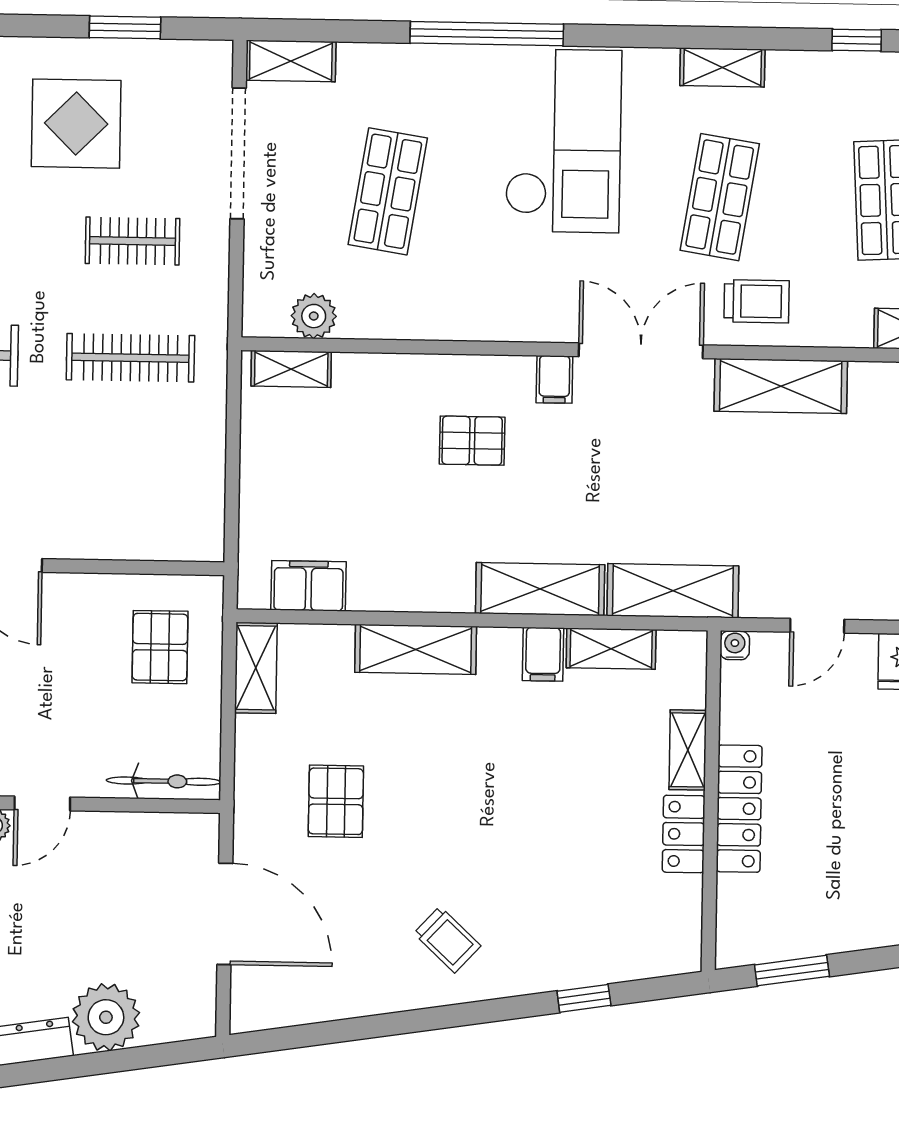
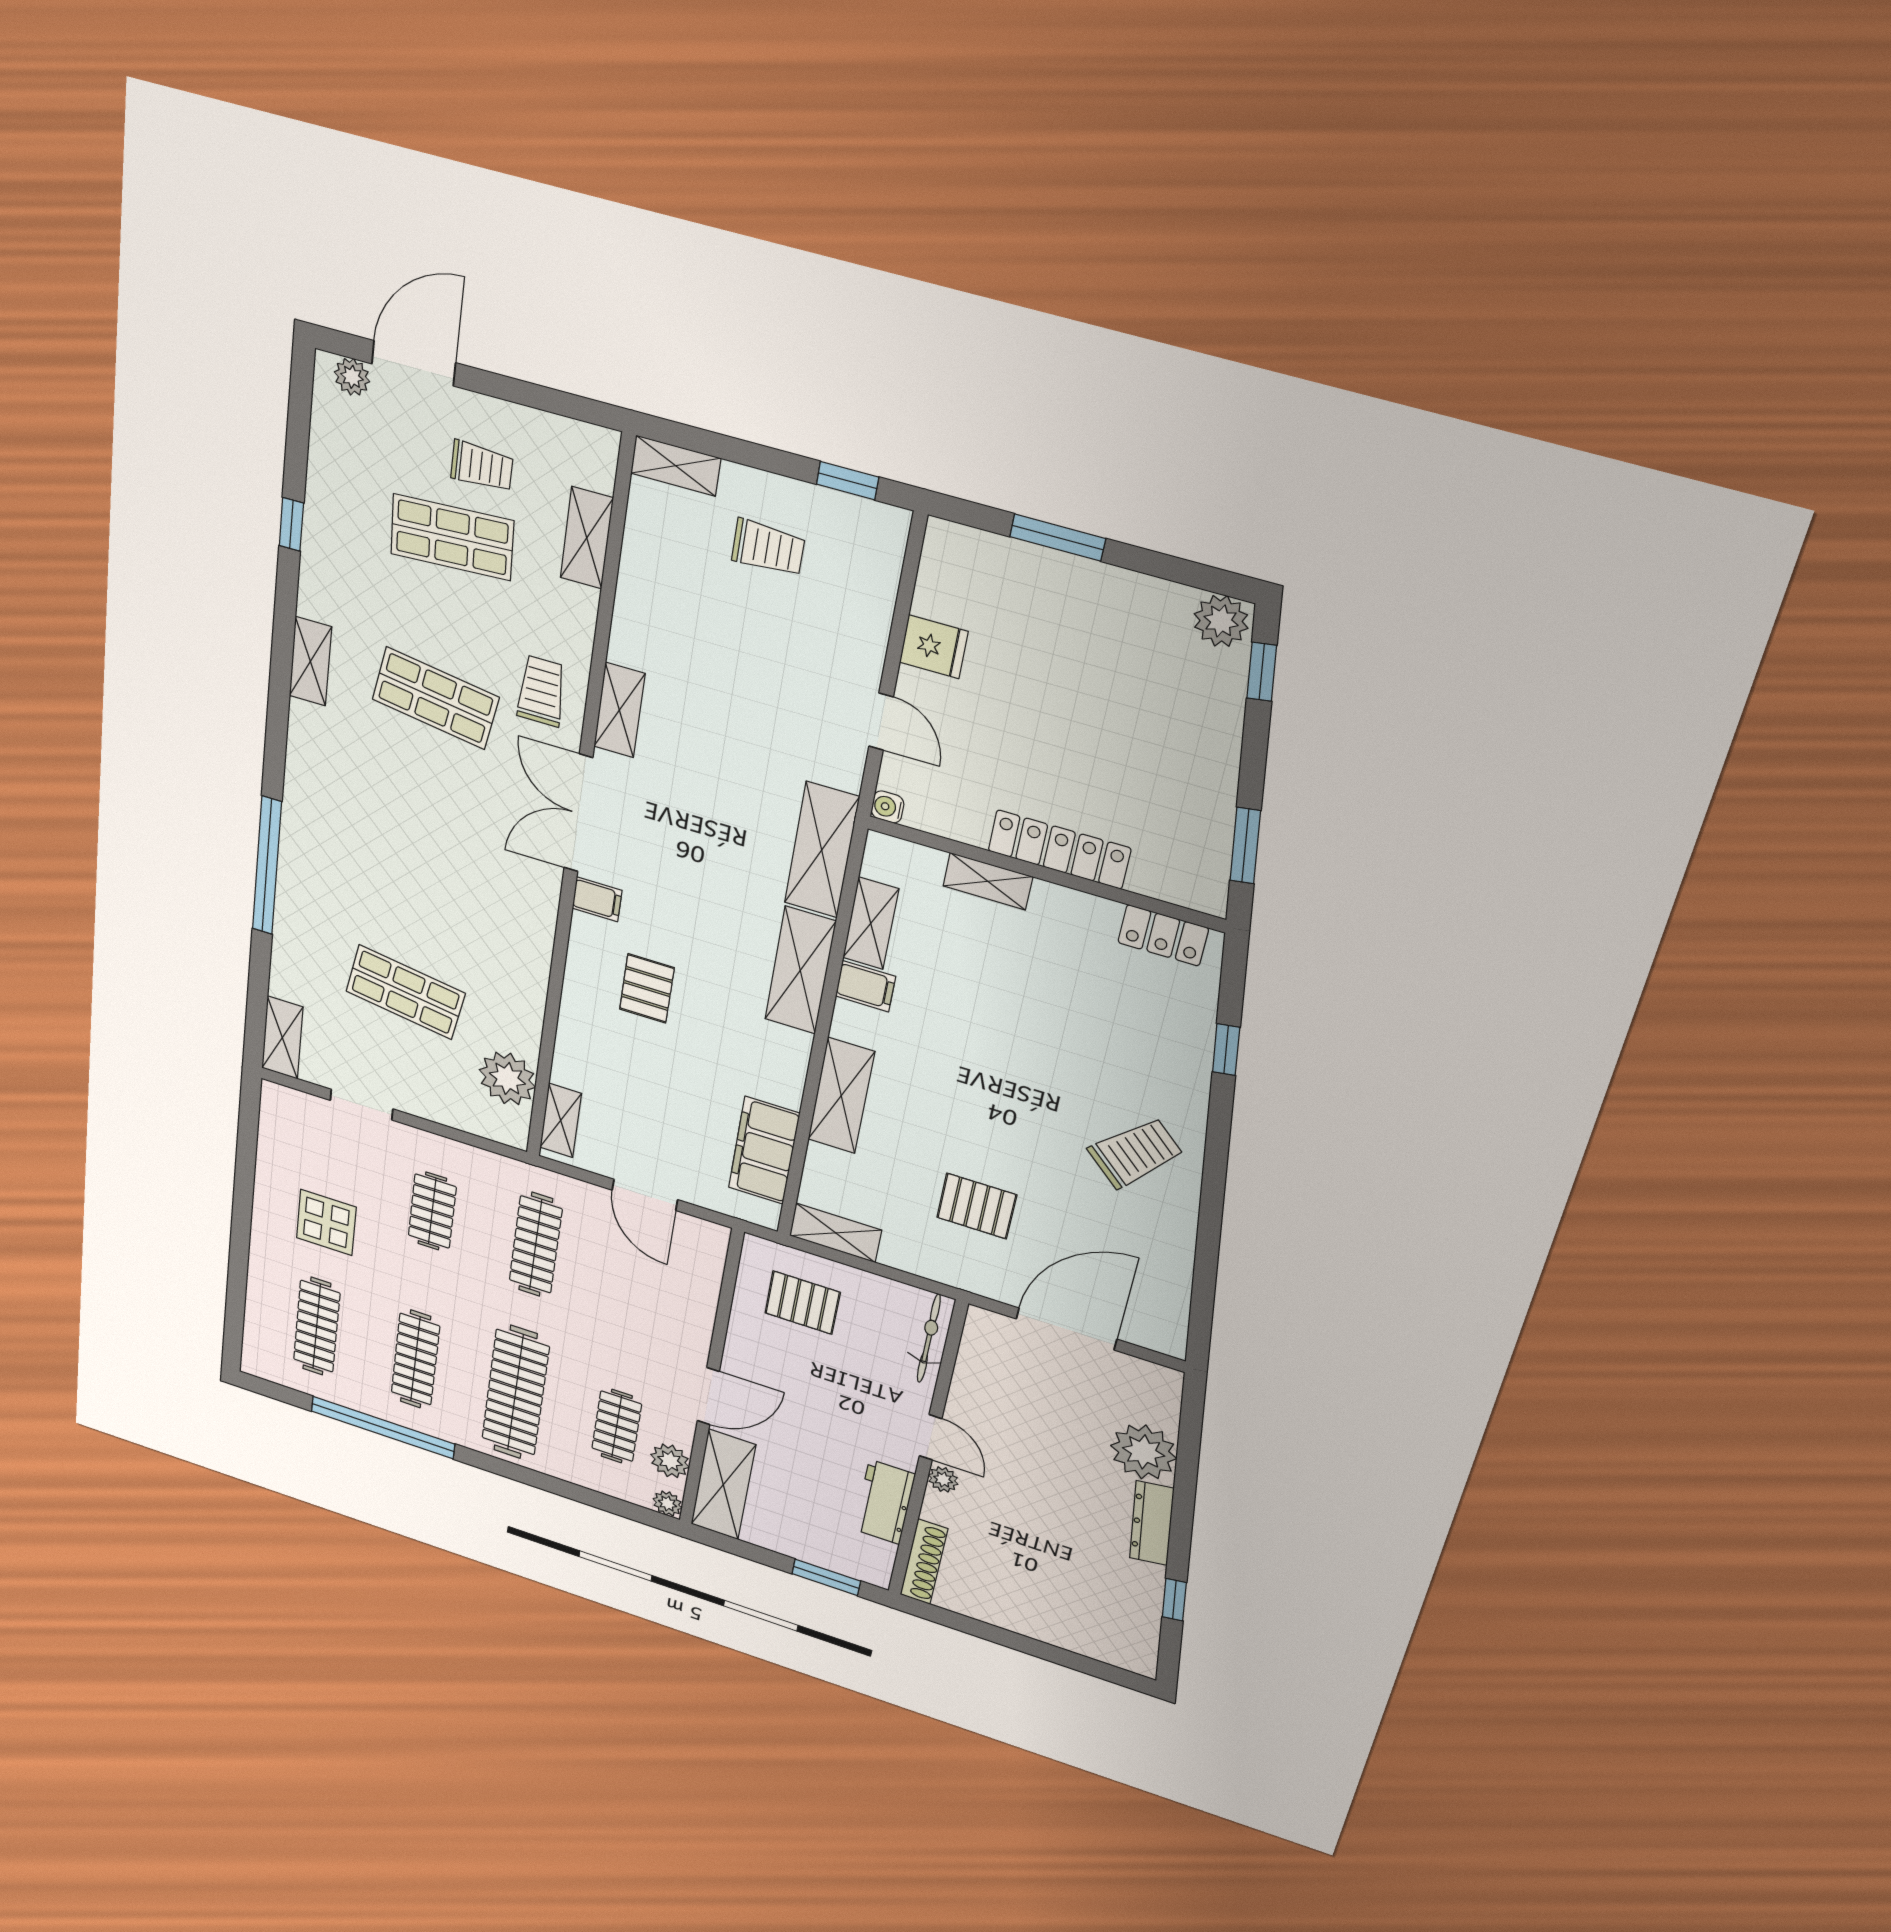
window: (125, 27) -> (246, 1160), removed
display table: (76, 124) -> (326, 1222), width x0.73, depth x0.73
checkout: (563, 141) -> (370, 827), removed
doorway: (238, 153) -> (361, 1105), width x0.53
plant: (314, 316) -> (507, 1078), width x1.36, depth x1.36
shelving: (781, 386) -> (619, 710), width x0.67, depth x0.75
door: (233, 467) -> (645, 1195), added
filing cabinet: (309, 586) -> (764, 1150), width x1.50, depth x1.17
locker: (684, 834) -> (1163, 935), moved
trolley: (447, 940) -> (1136, 1153), width x1.36, depth x1.39

